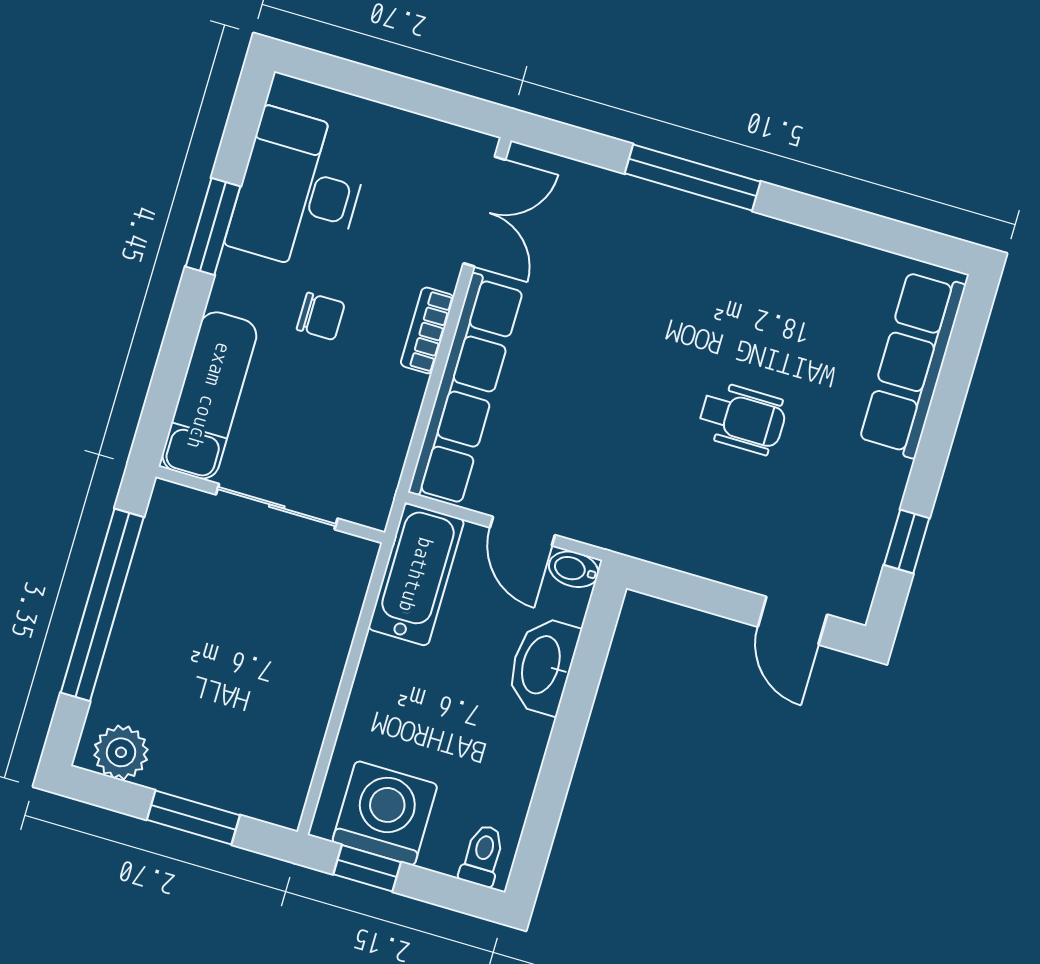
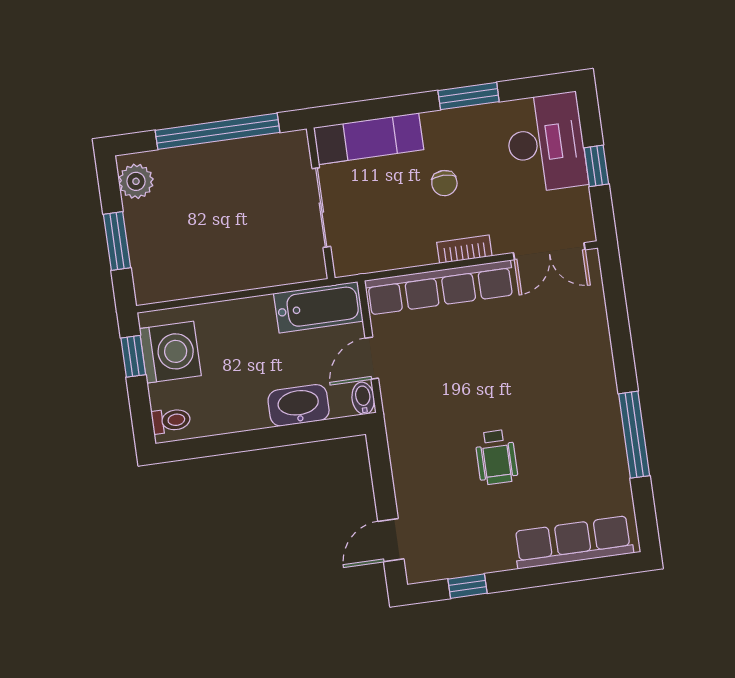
window: (394, 90) -> (596, 166), added
window: (693, 178) -> (634, 435), moved
desk: (299, 191) -> (546, 143), moved, turned 90

